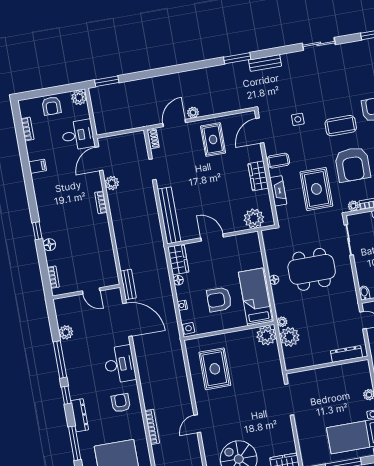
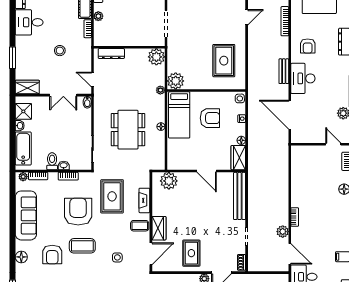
door: (99, 159) -> (290, 254), hinge flipped
wardrobe: (258, 176) -> (159, 228), moved
plant: (353, 206) -> (84, 177), removed
dining table: (312, 269) -> (128, 130), turned 90
bench: (128, 284) -> (284, 71), moved
door: (91, 291) -> (333, 144), moved
plant: (289, 337) -> (156, 57), moved

